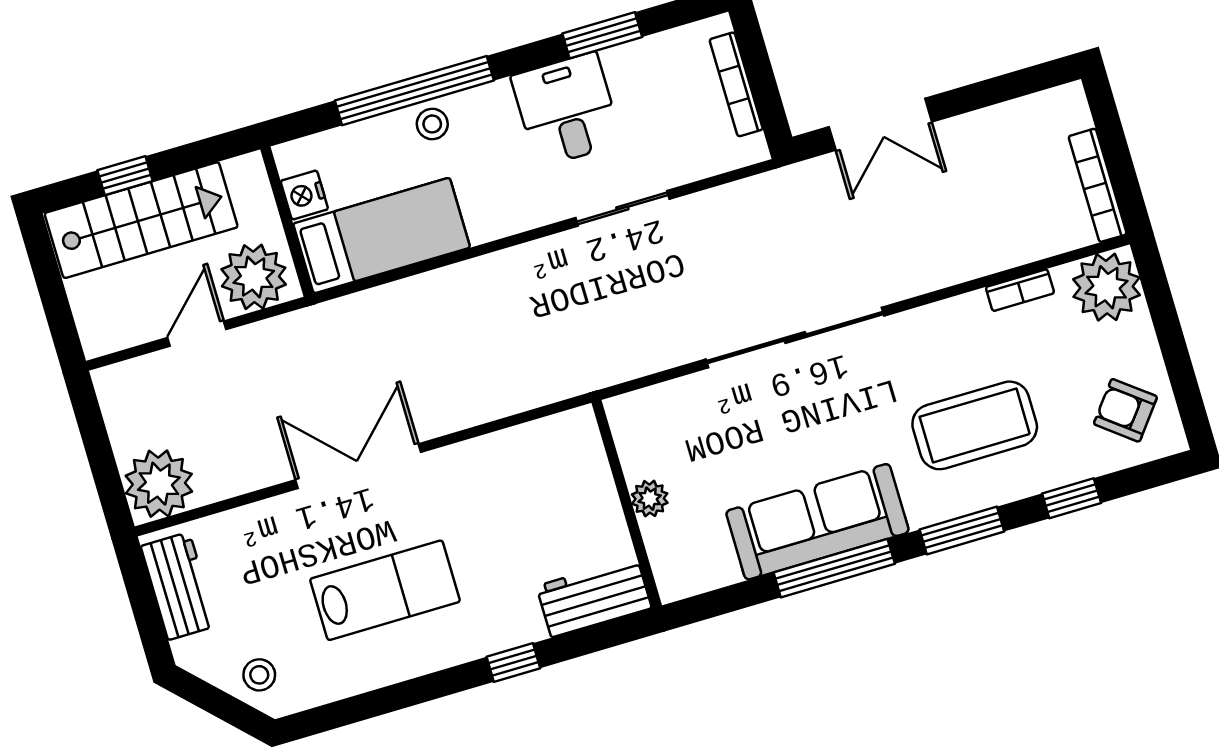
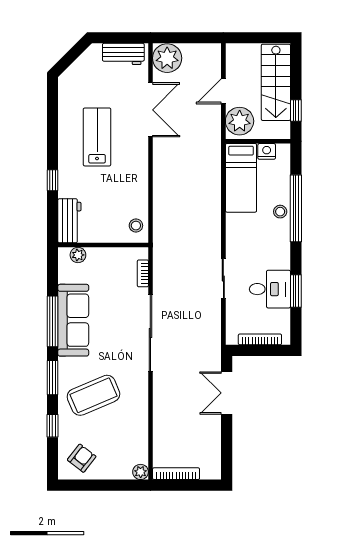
desk: (567, 110) -> (270, 289), moved
window: (125, 176) -> (296, 110), moved
plant: (1107, 287) -> (141, 472), width x0.53, depth x0.53
bookcase: (1020, 290) -> (143, 273), moved
door: (197, 334) -> (223, 91), swing flipped
coffee table: (975, 425) -> (93, 395), turned 67
double door: (358, 466) -> (150, 110), moved
plant: (650, 499) -> (78, 255), moved
lab bench: (385, 590) -> (97, 137), turned 180
stool: (259, 675) -> (136, 226), moved

